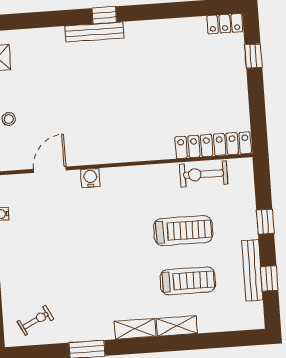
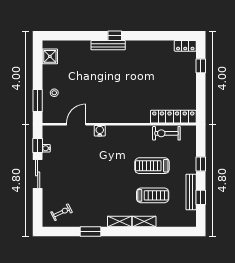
treadmill: (183, 231) -> (152, 166), turned 180

